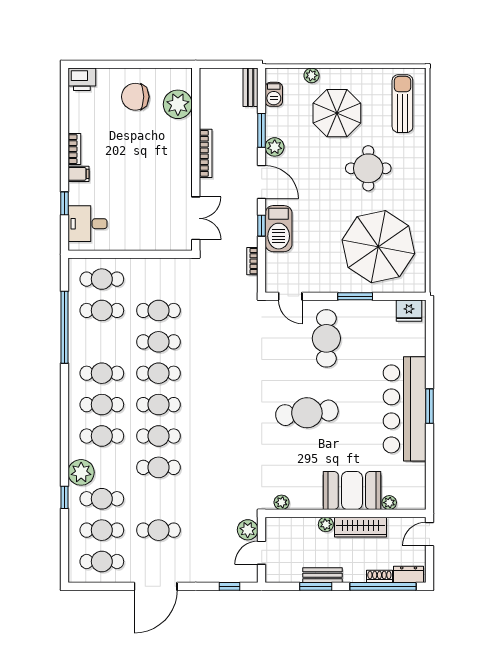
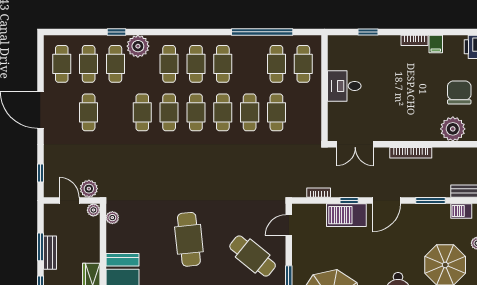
plant: (275, 147) -> (416, 212), removed
filing cabinet: (78, 174) -> (436, 44), moved
desk: (88, 224) -> (344, 86), moved, turned -90
cafe table: (326, 338) -> (253, 256), turned 39
plant: (326, 524) -> (93, 210), moved

